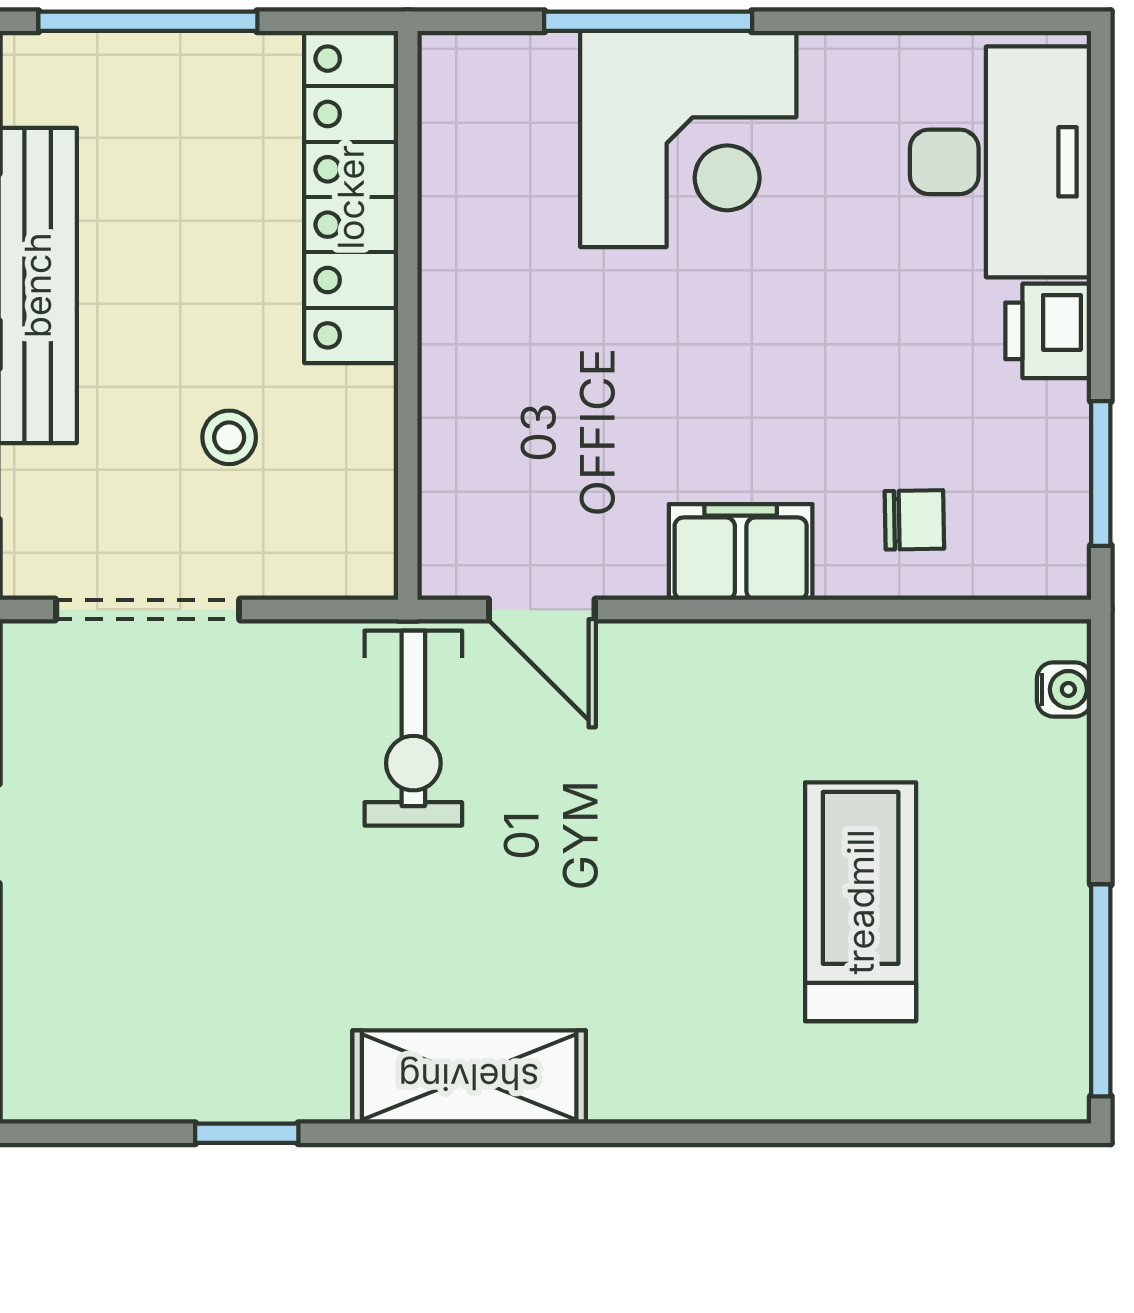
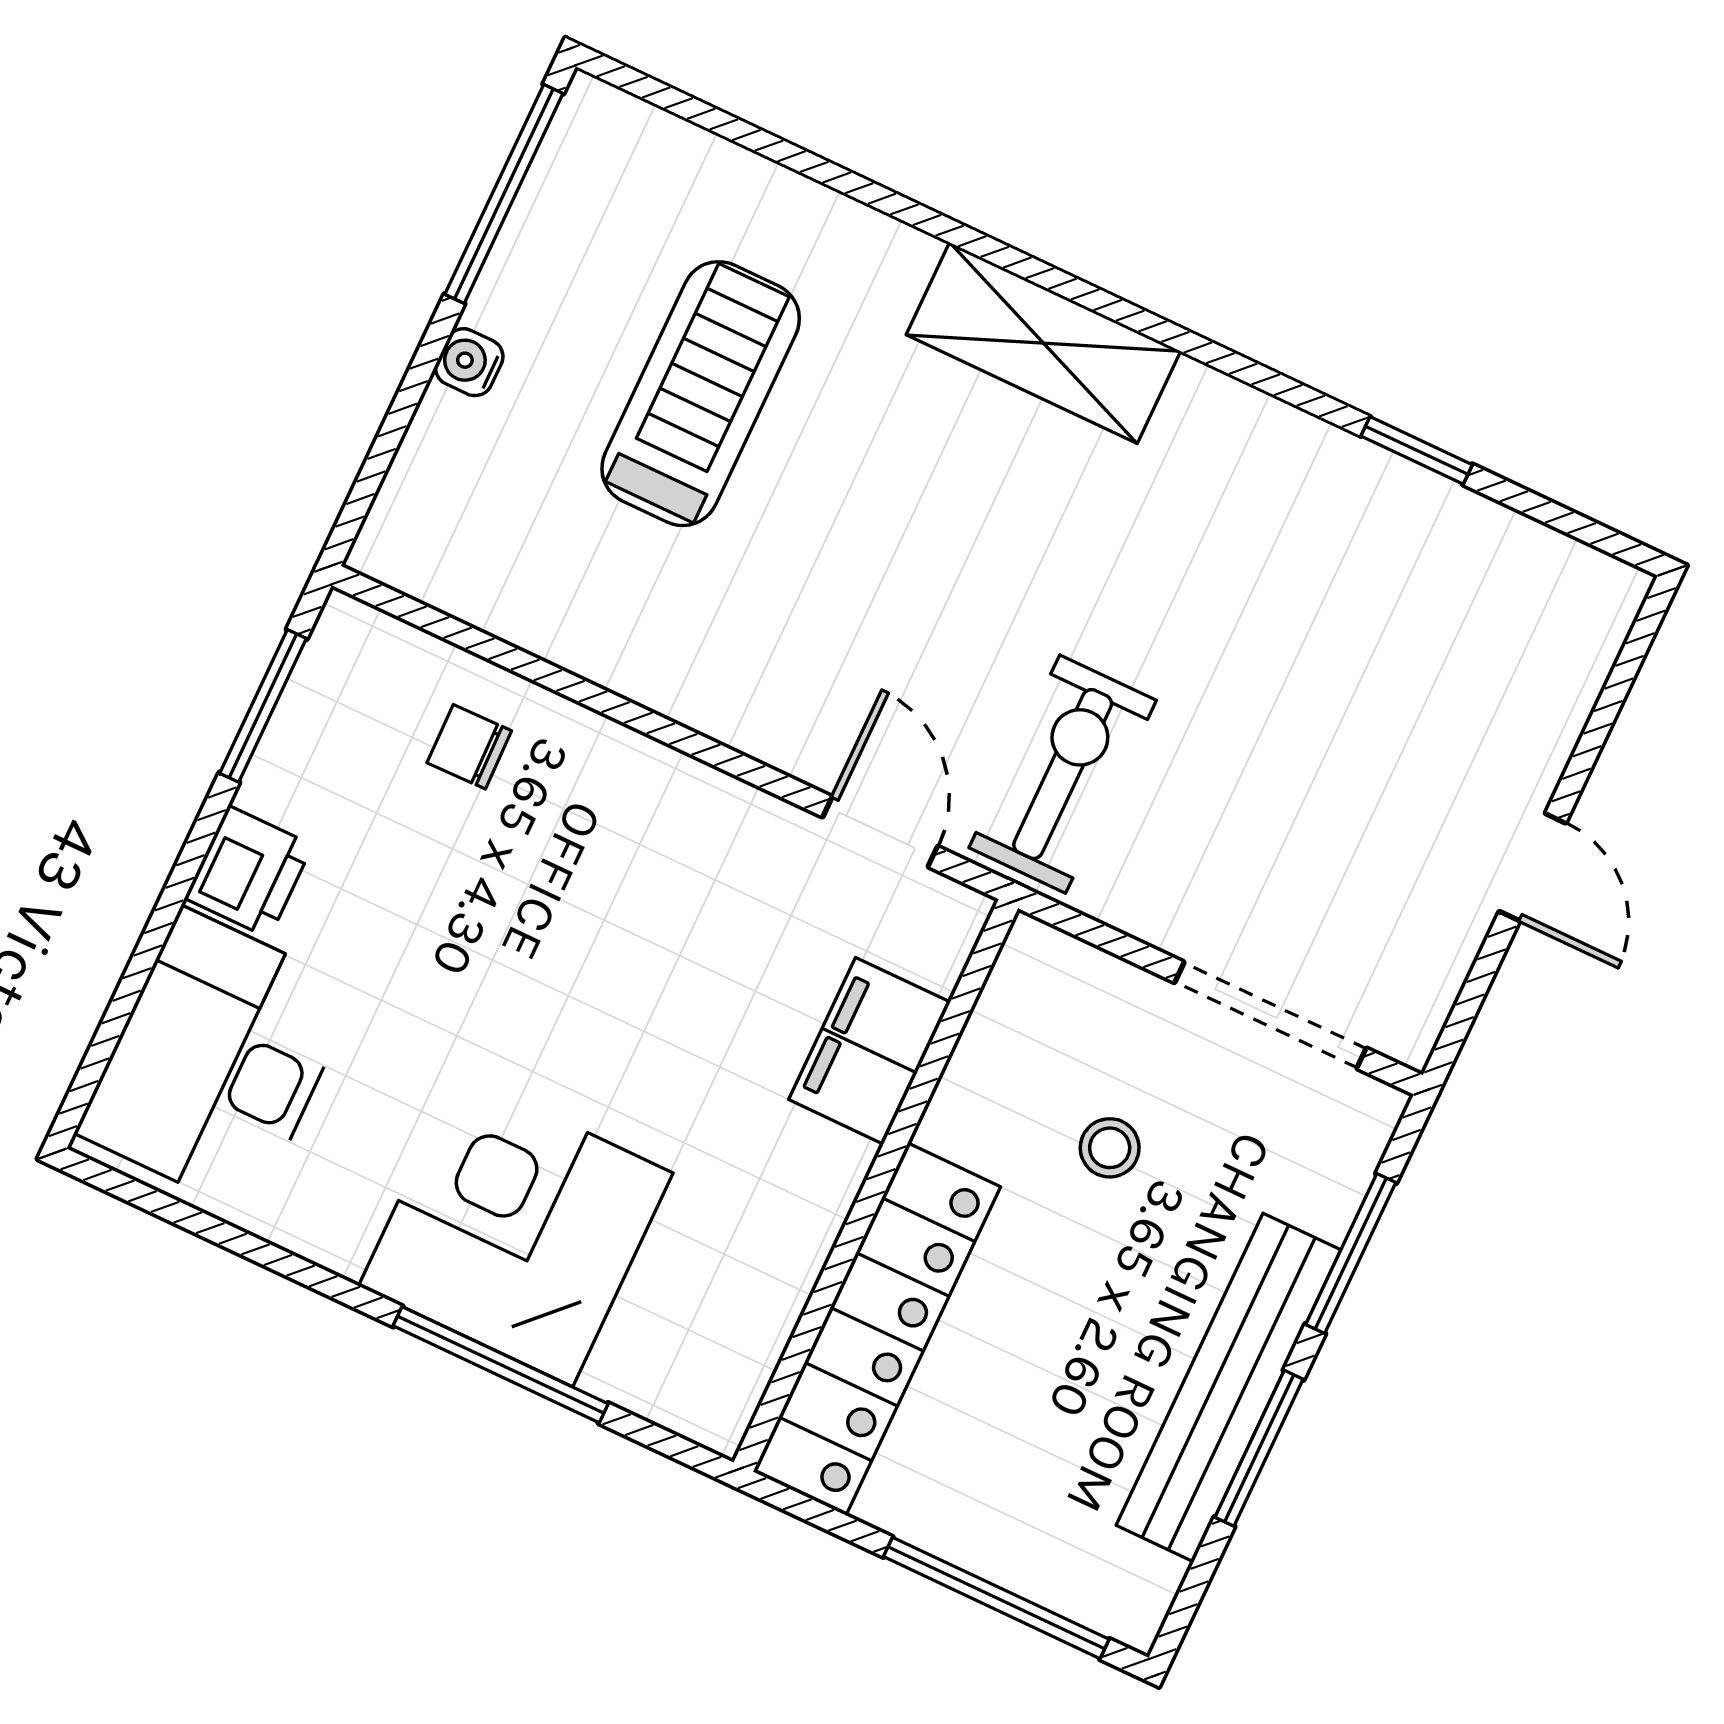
filing cabinet: (741, 552) -> (869, 1051), moved, turned 90
water cooler: (1064, 689) -> (469, 362), moved
treadmill: (861, 902) -> (701, 394), turned 180
shelving: (469, 1077) -> (1043, 343), moved

